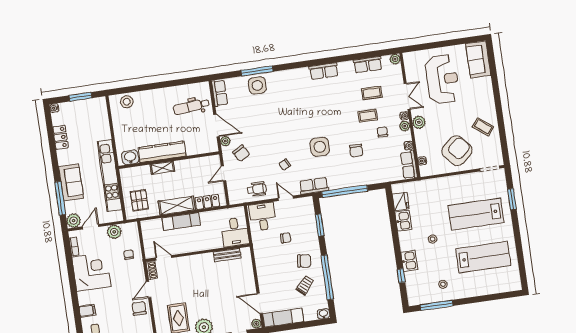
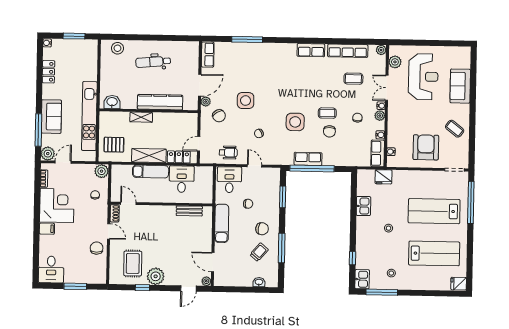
sofa: (478, 60) -> (460, 86), moved
row of seats: (368, 65) -> (348, 51), width x1.48
side table: (257, 85) -> (246, 101), moved
double door: (407, 97) -> (387, 88), swing flipped
dental chair: (191, 106) -> (153, 62), moved
coffee table: (368, 116) -> (327, 113), moved
plant: (419, 122) -> (395, 62), moved
door: (217, 126) -> (200, 85), hinge flipped
armchair: (457, 151) -> (426, 147), turned -49
kitchen counter: (162, 152) -> (160, 102), moved
door: (224, 173) -> (199, 144), moved
row of seats: (314, 186) -> (308, 159), moved
window: (512, 199) -> (471, 202), width x2.11
pallet: (139, 200) -> (114, 145), turned 90
fridge: (401, 202) -> (384, 177), moved, turned 90
plant: (114, 232) -> (102, 171), moved
desk: (235, 232) -> (182, 179), moved, turned 180
kitchen sink: (409, 261) -> (362, 279), moved
window: (327, 277) -> (282, 248), width x0.68
fridge: (513, 284) -> (459, 284), added
door: (149, 289) -> (109, 231), swing flipped
filing cabinet: (87, 311) -> (47, 229), moved
washbasin: (323, 314) -> (259, 282), moved
exam couch: (283, 318) -> (222, 223), moved, turned 90

